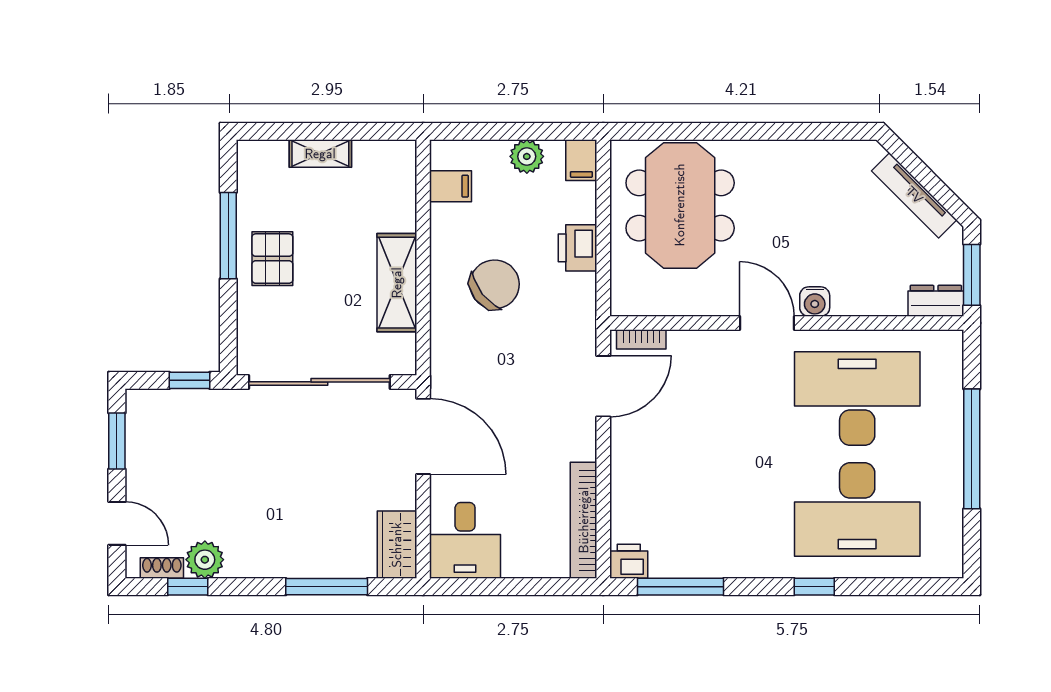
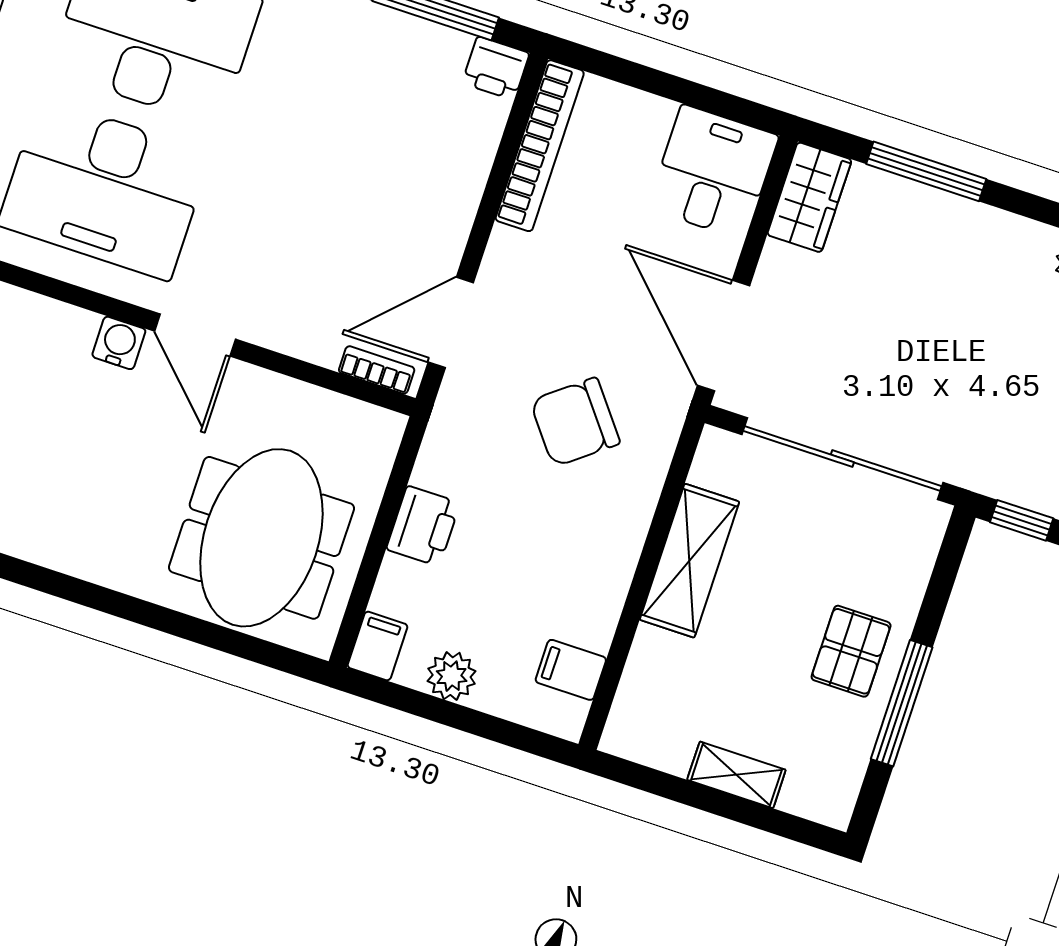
chair: (495, 284) -> (575, 422), moved

